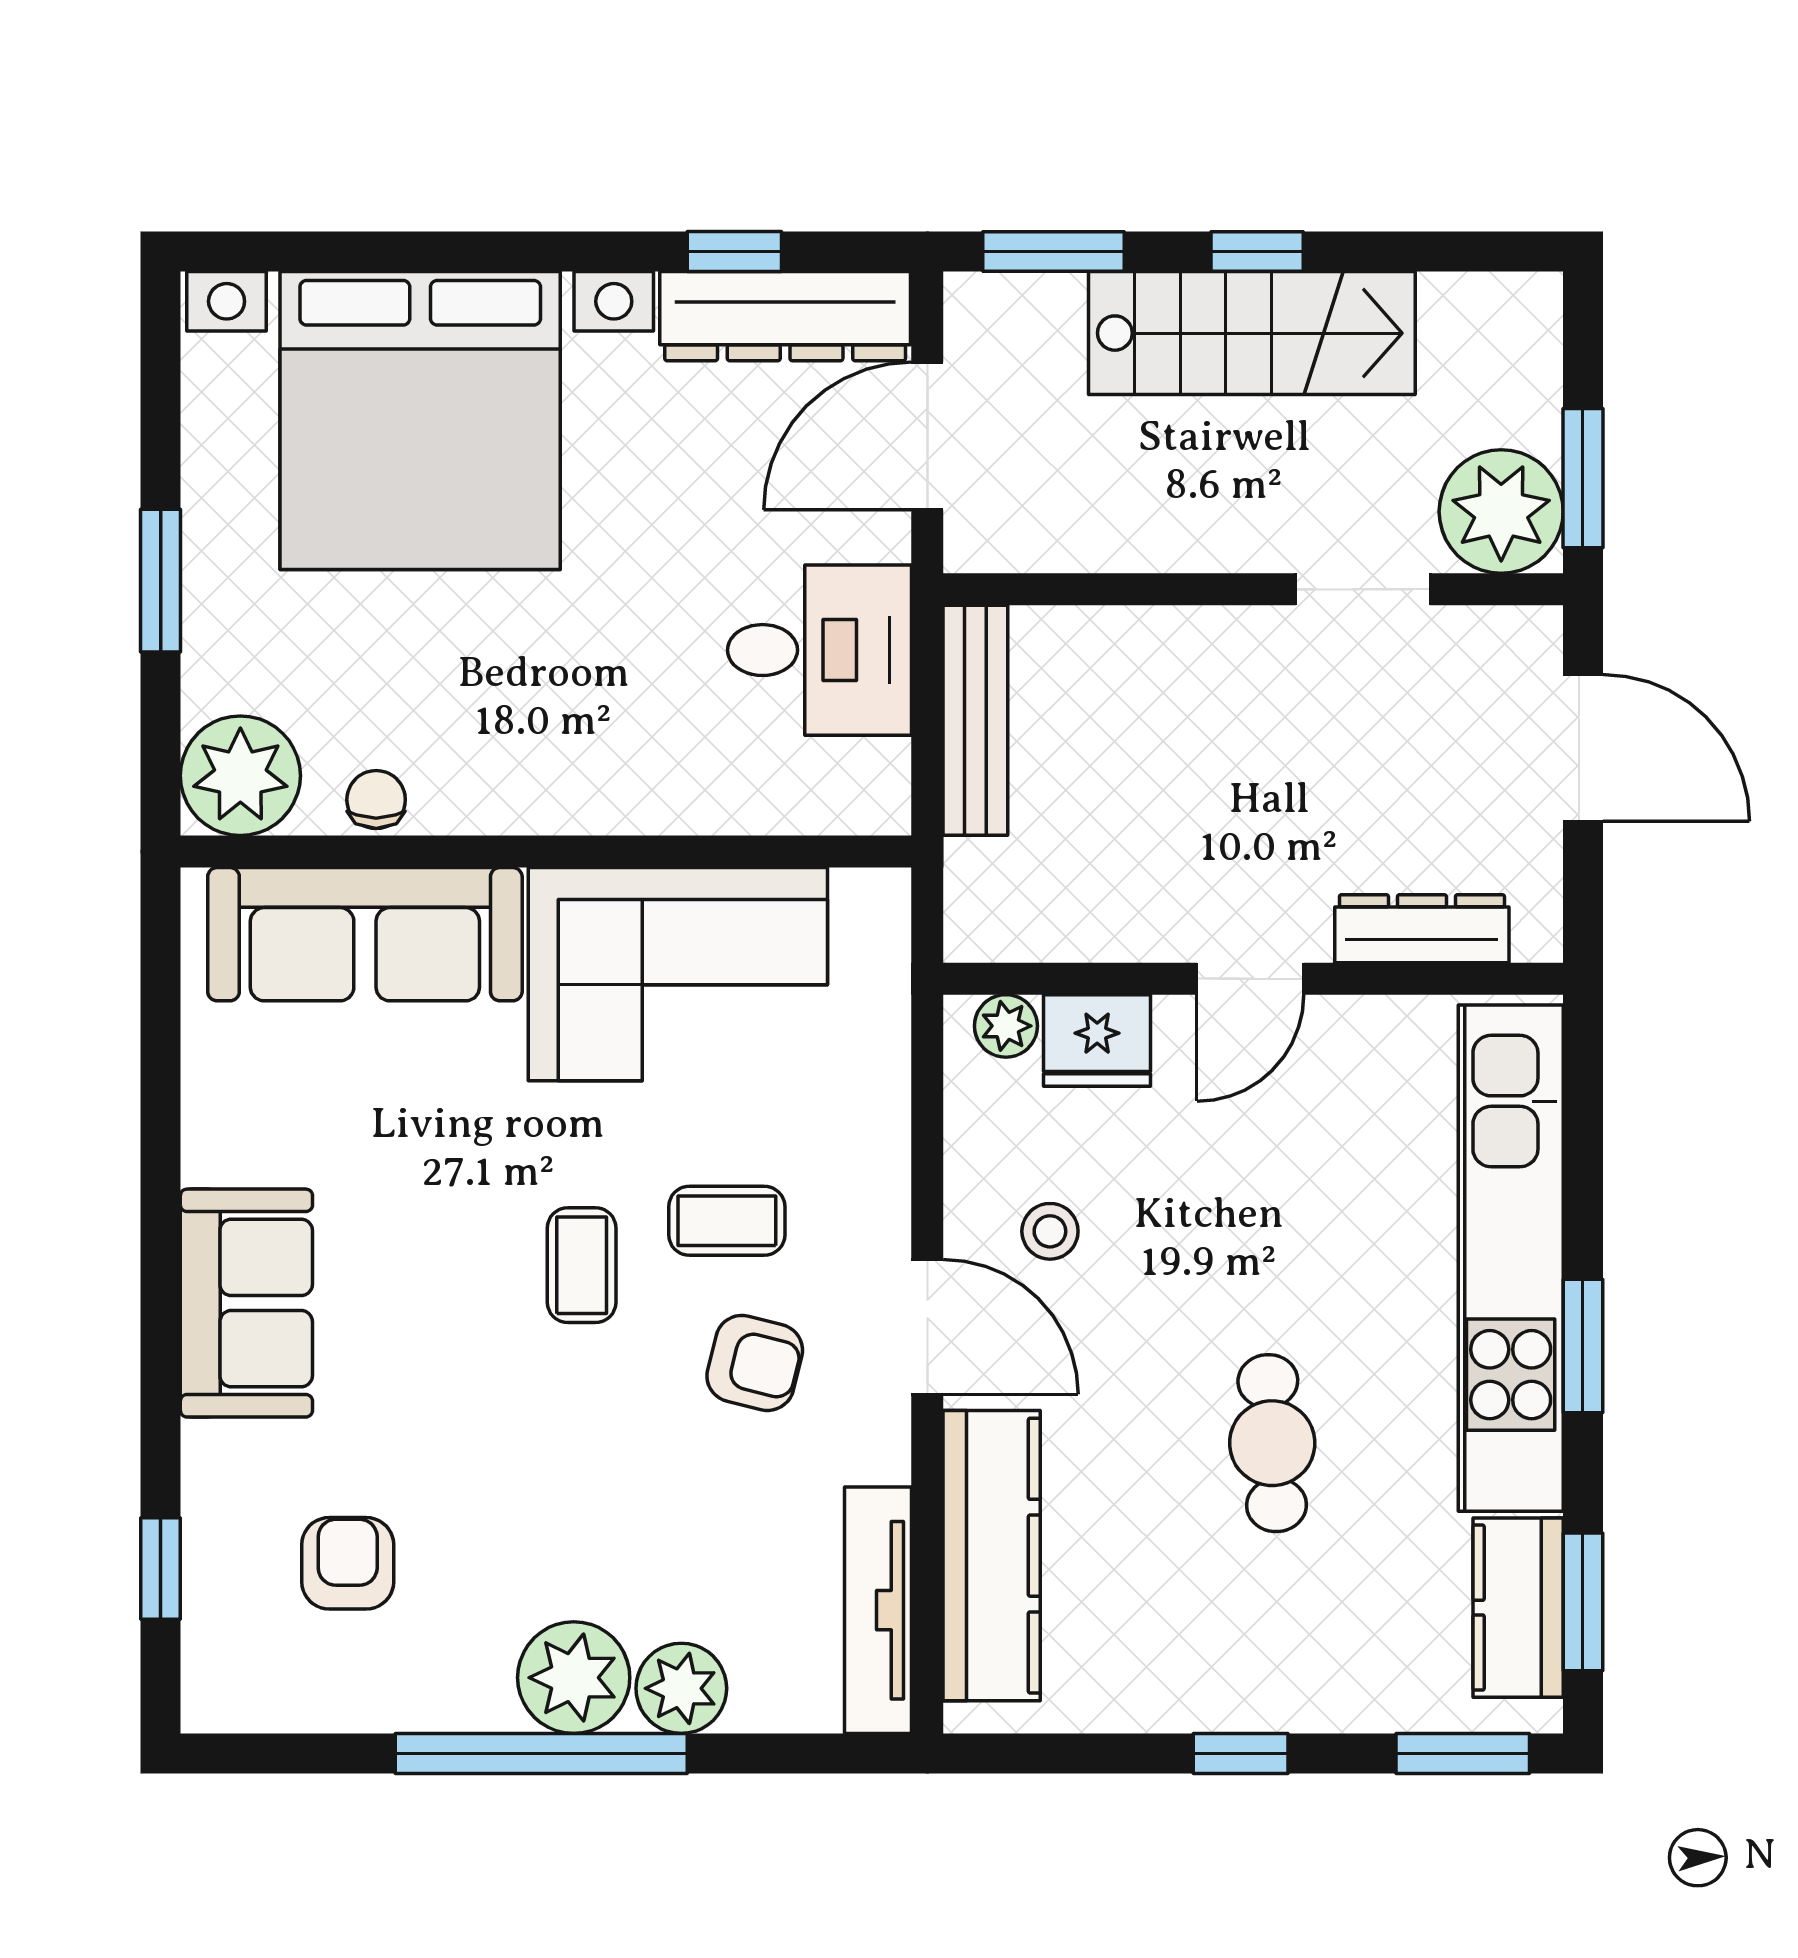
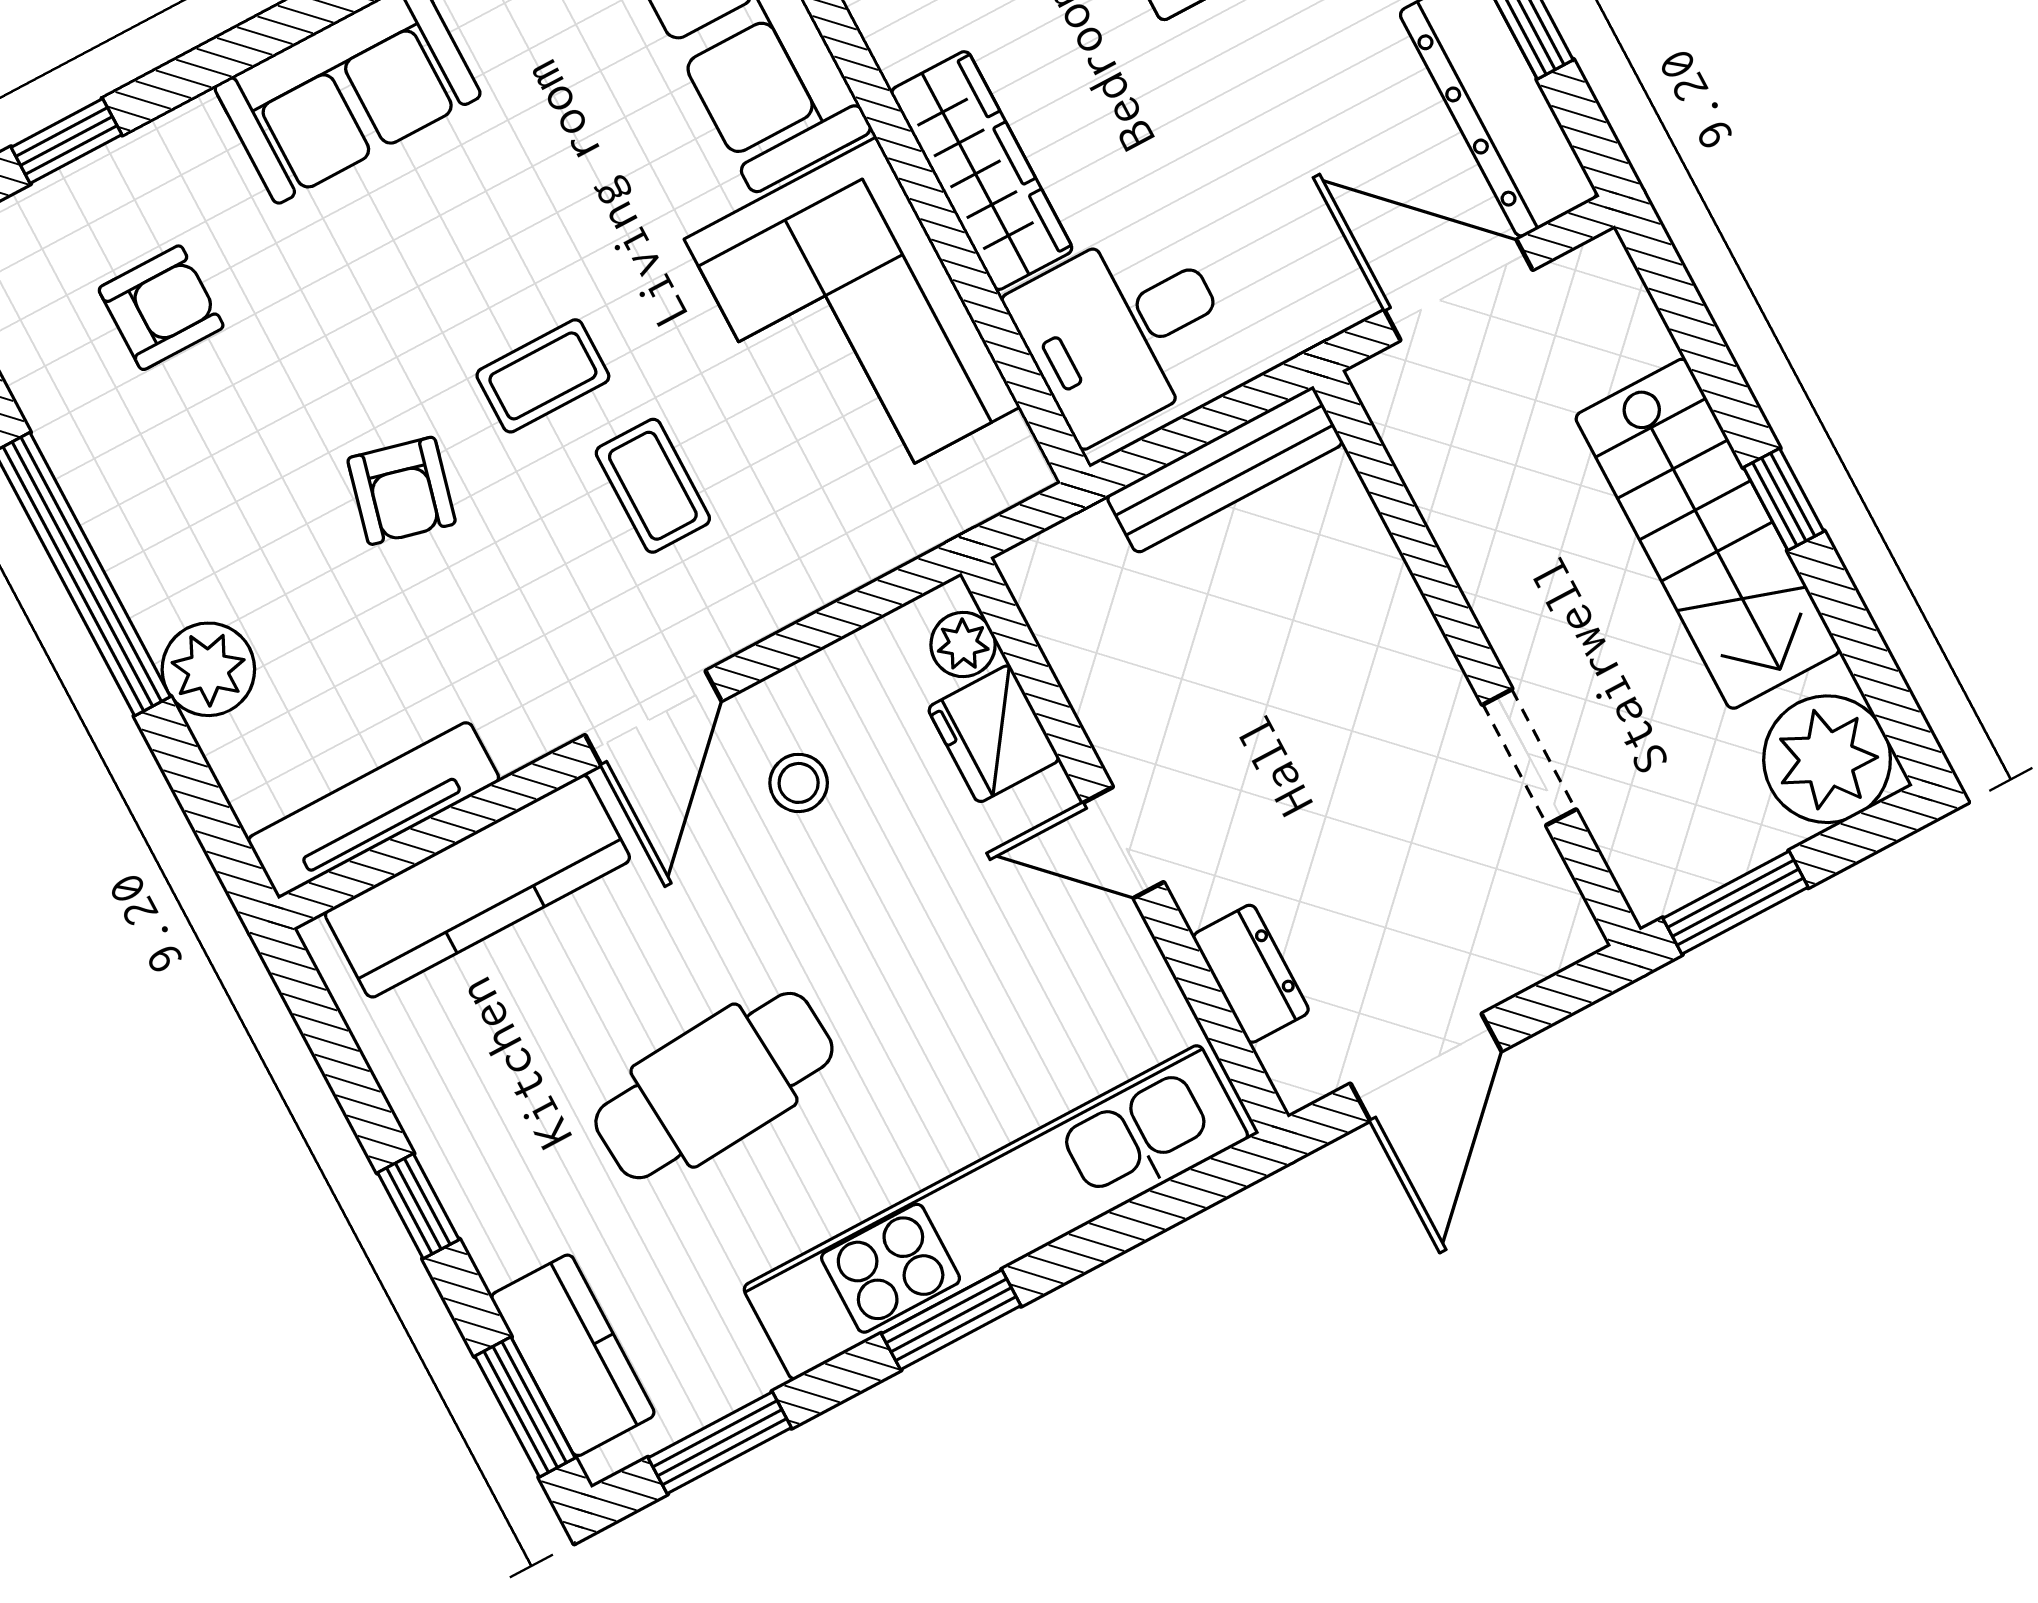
window: (1054, 252) -> (1686, 315), removed
plant: (1501, 512) -> (1827, 759), moved
desk: (820, 650) -> (1123, 331), moved, turned 90
door: (1583, 748) -> (1426, 1067), moved
wardrobe: (606, 793) -> (982, 171), added
dresser: (1422, 929) -> (1251, 974), width x0.70
armchair: (755, 1363) -> (402, 491), moved
cafe table: (1272, 1443) -> (714, 1086), width x1.37, depth x1.35
kitchen counter: (1518, 1608) -> (573, 1355), moved, turned 90
plant: (574, 1678) -> (166, 567), removed

